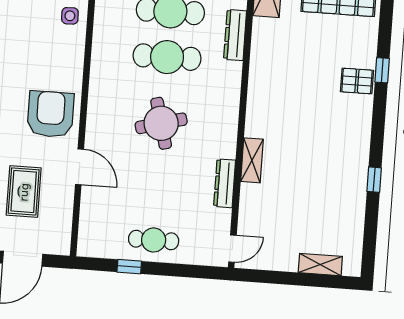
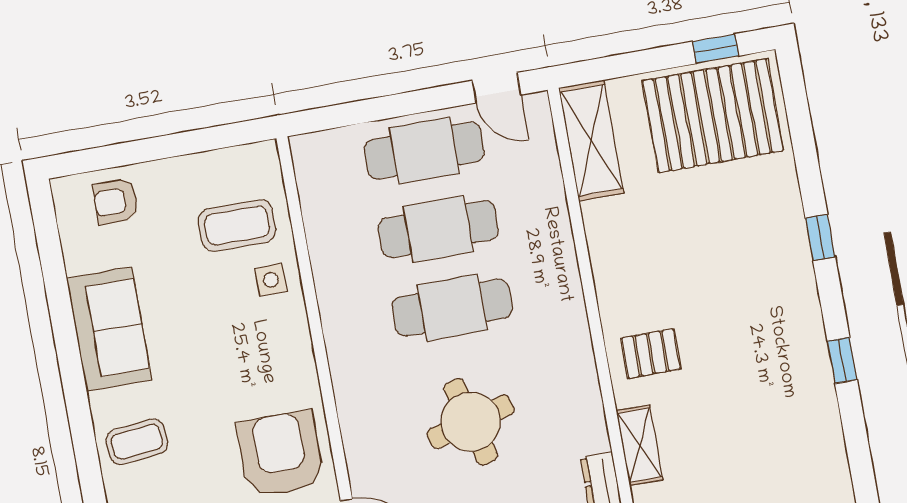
dresser: (235, 35) -> (557, 241), removed
pallet: (357, 81) -> (651, 353), moved
window: (374, 180) -> (842, 360), moved

